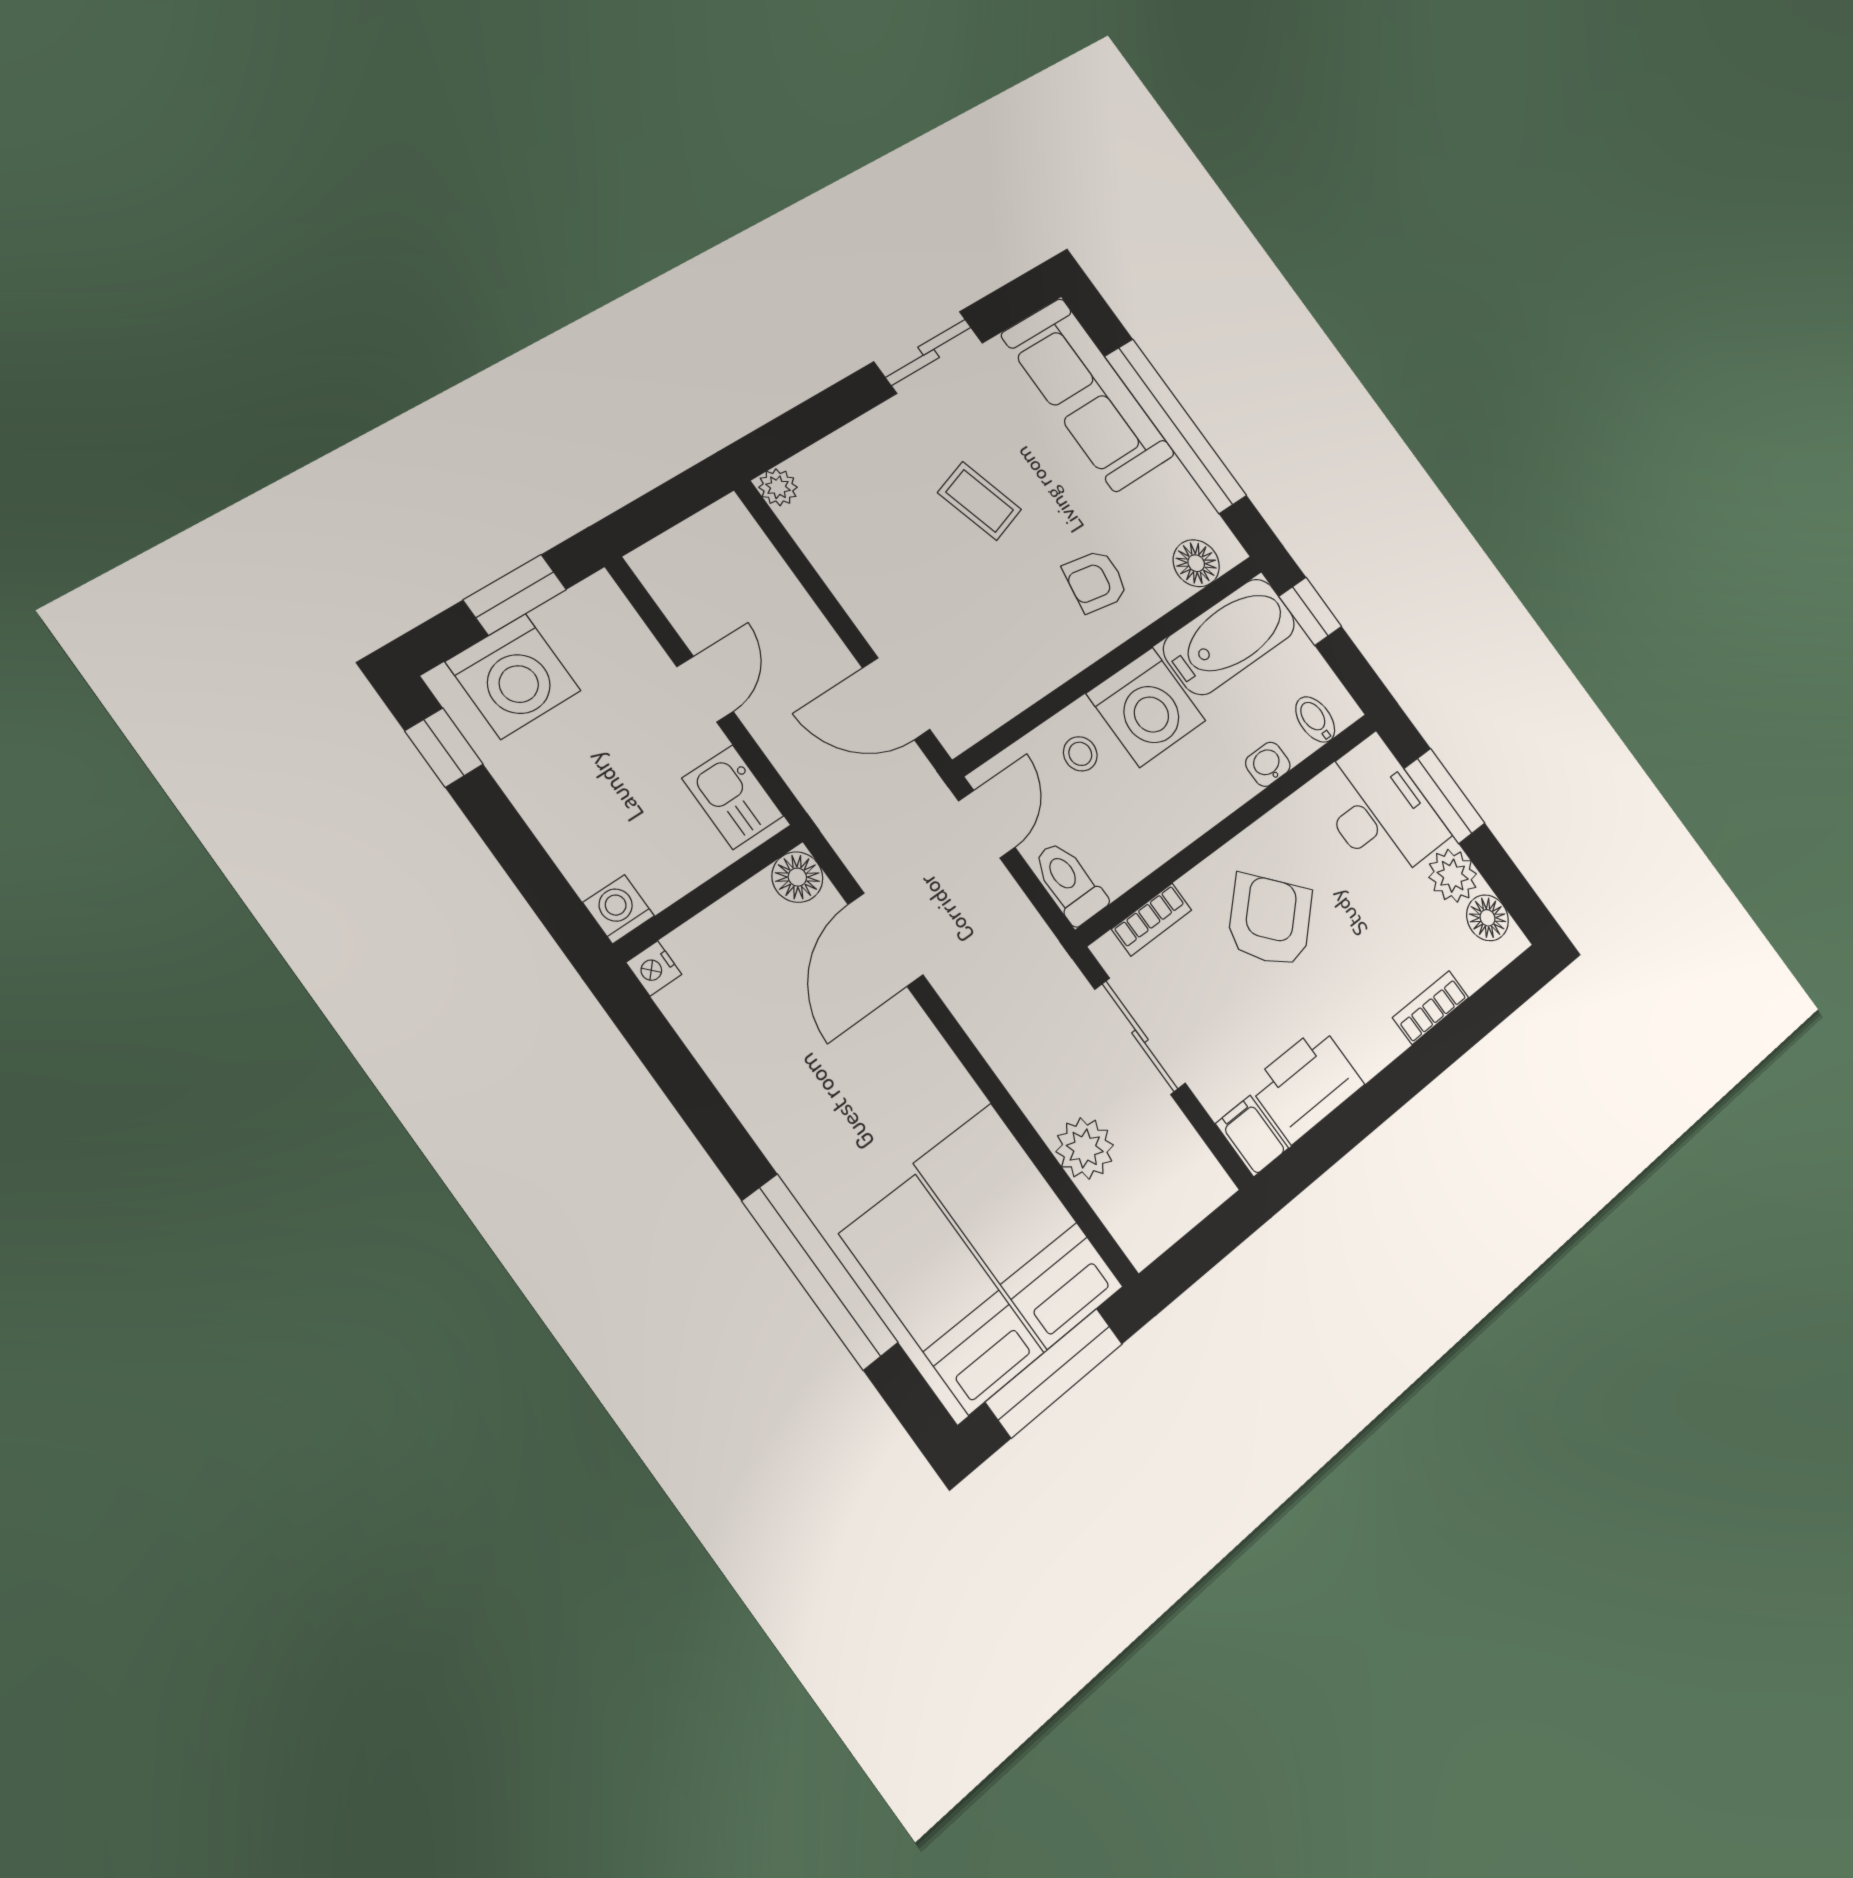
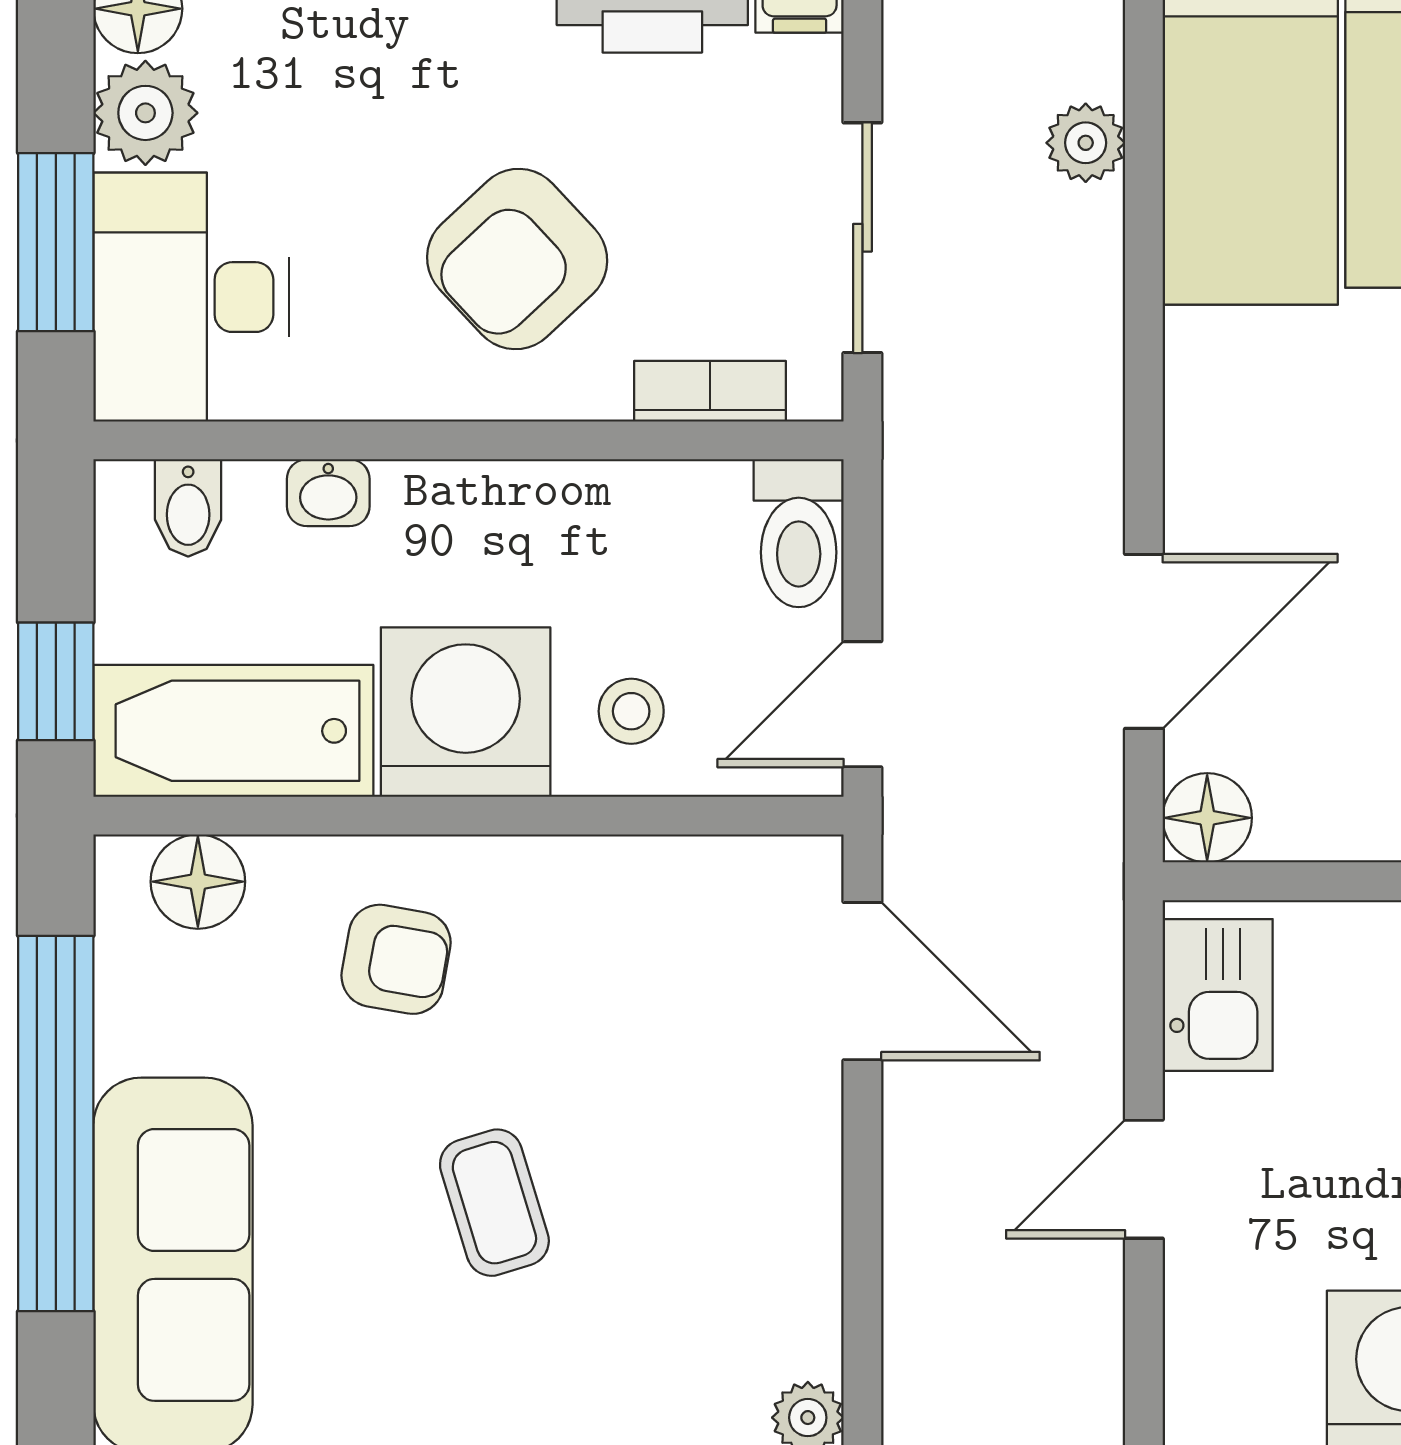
plant: (1085, 1148) -> (1086, 143), width x0.73, depth x0.73

